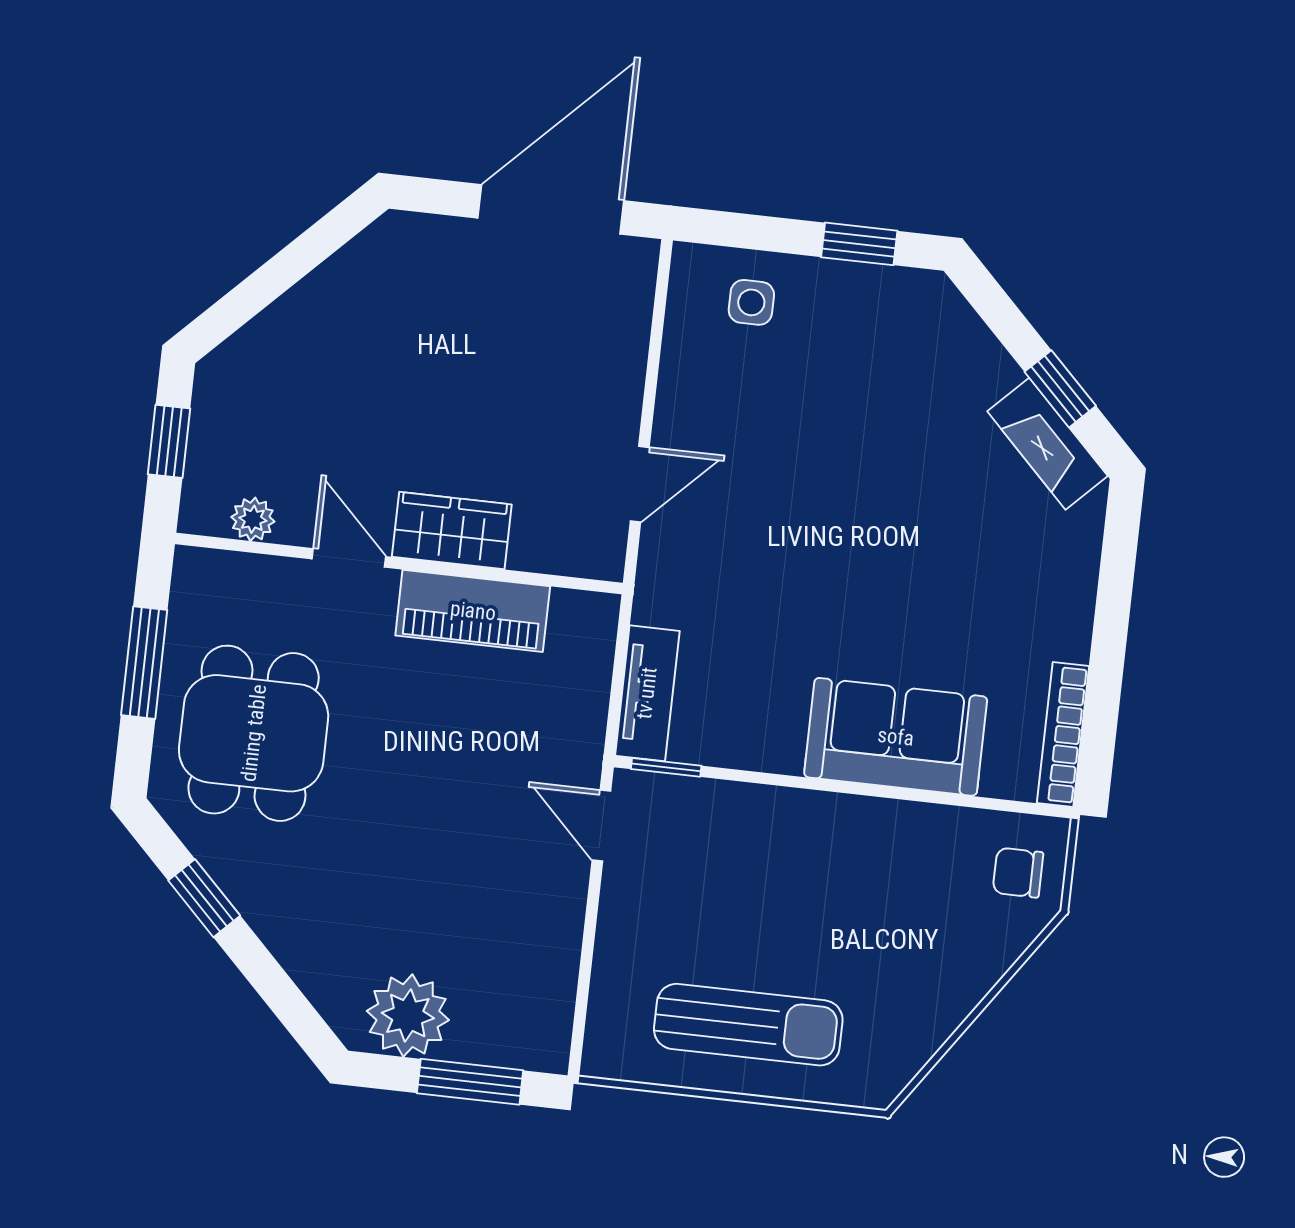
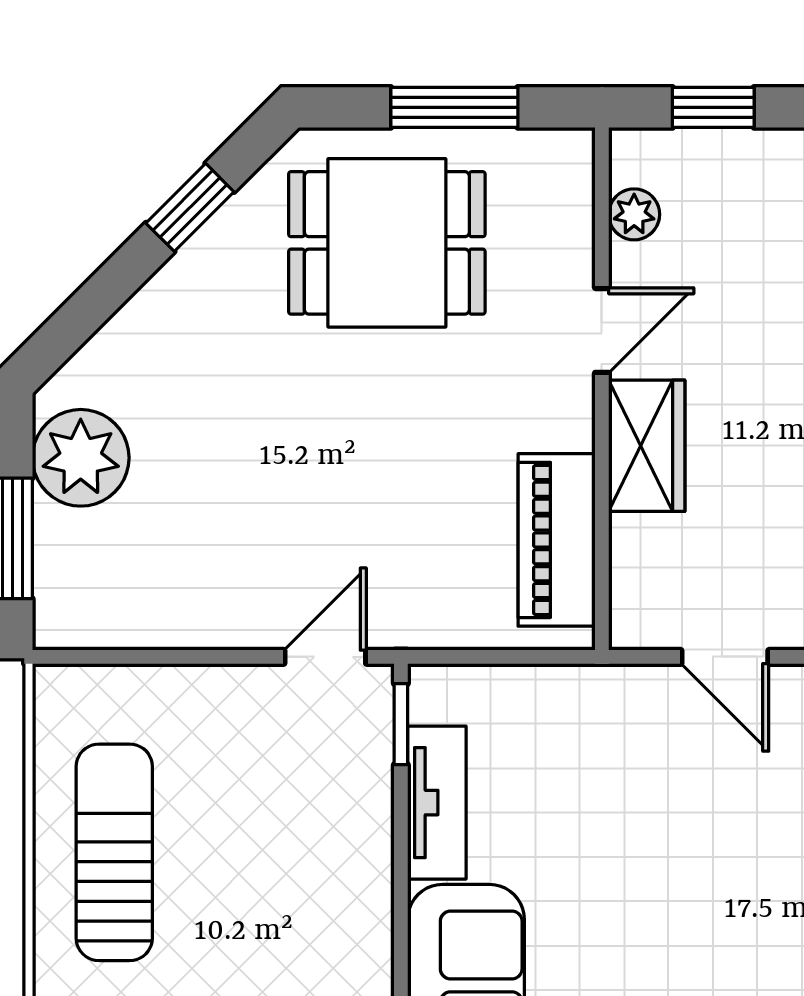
piano: (473, 611) -> (557, 540), moved
tv unit: (647, 693) -> (437, 803), moved, turned -90
sun lounger: (748, 1025) -> (114, 852), turned 180

